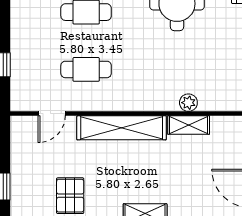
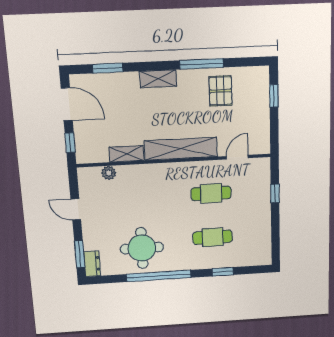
plant: (188, 103) -> (109, 173), moved

